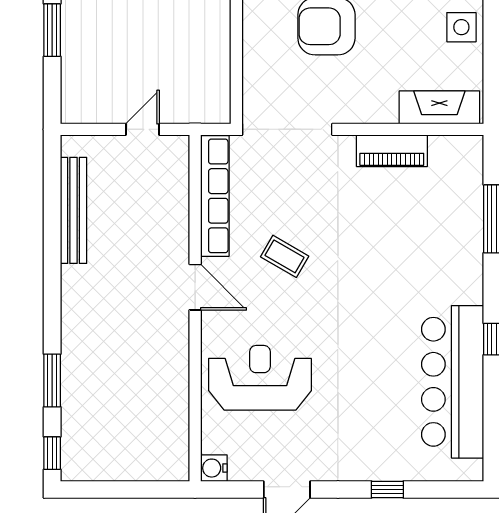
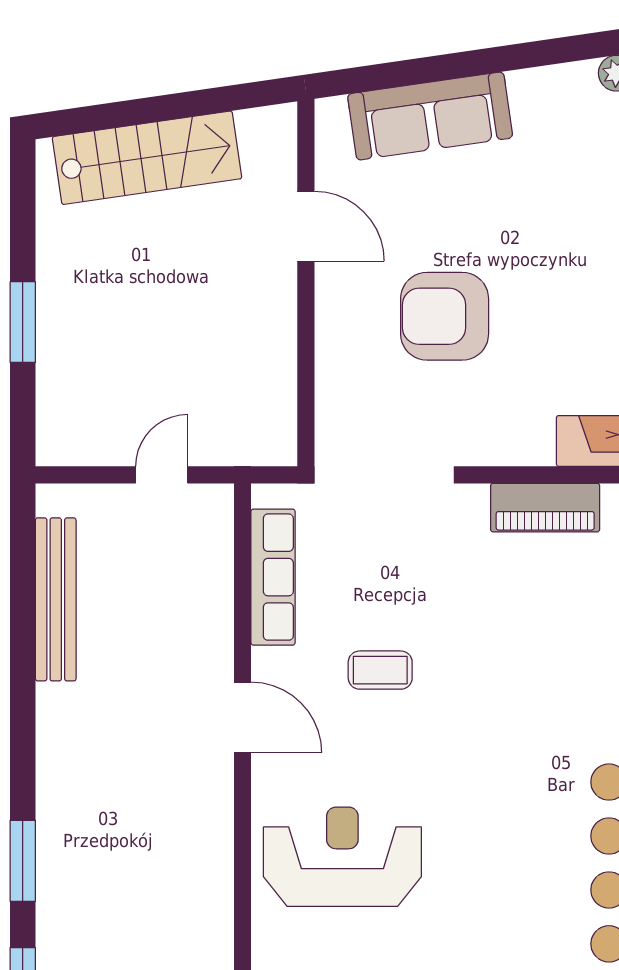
row of seats: (215, 196) -> (273, 577), width x0.73
coffee table: (285, 256) -> (380, 670), turned -30

